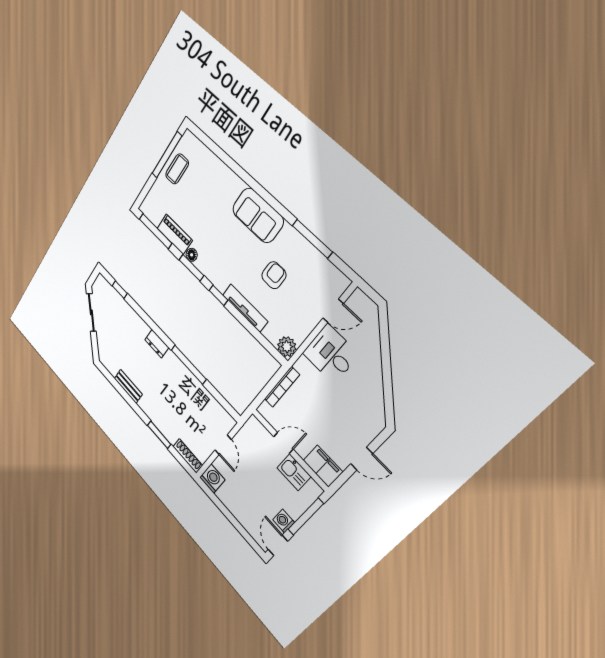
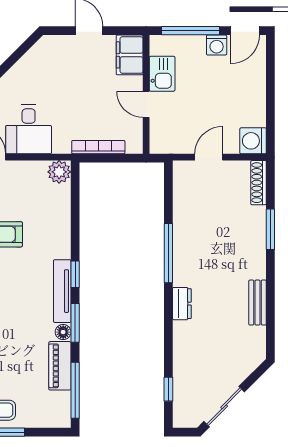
tv unit: (245, 308) -> (62, 291), moved

